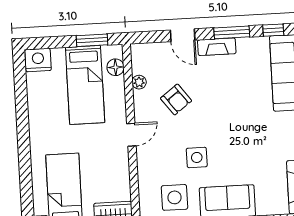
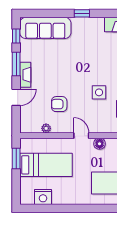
nightstand: (38, 60) -> (43, 197), moved, turned -90
floor lamp: (115, 67) -> (100, 144), moved
armchair: (176, 99) -> (59, 104), turned -143

